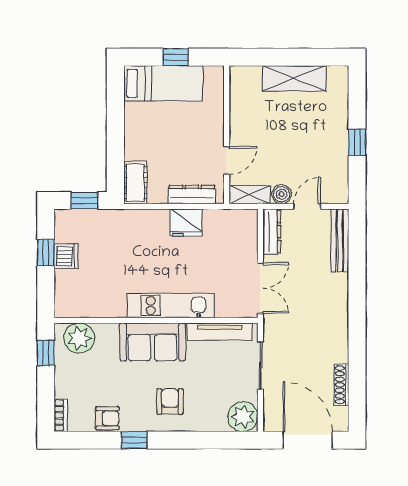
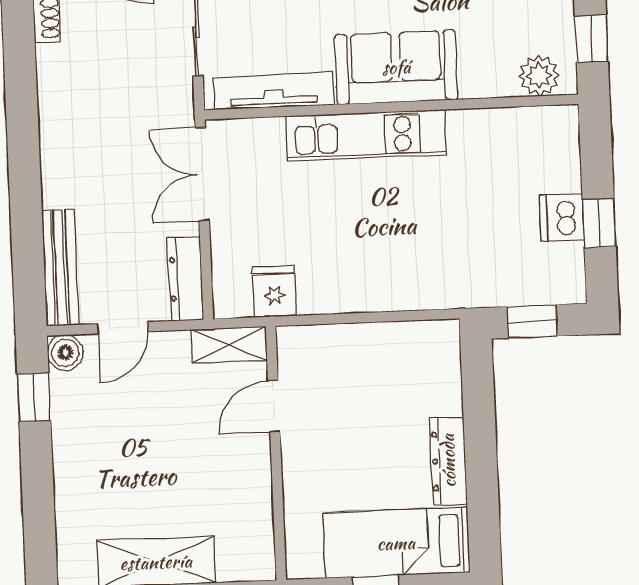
window: (357, 142) -> (34, 397), moved
cot: (135, 183) -> (440, 358), removed
boiler: (282, 194) -> (65, 353), moved
dresser: (192, 195) -> (448, 461), moved, turned 90
fridge: (186, 223) -> (275, 291), moved, width x0.72
plant: (79, 338) -> (539, 76), width x0.73, depth x0.73

